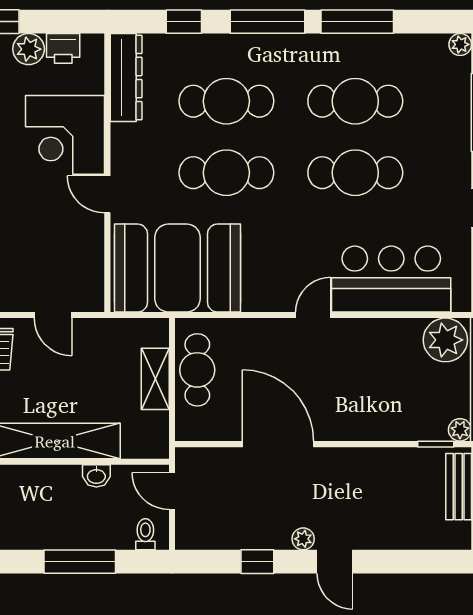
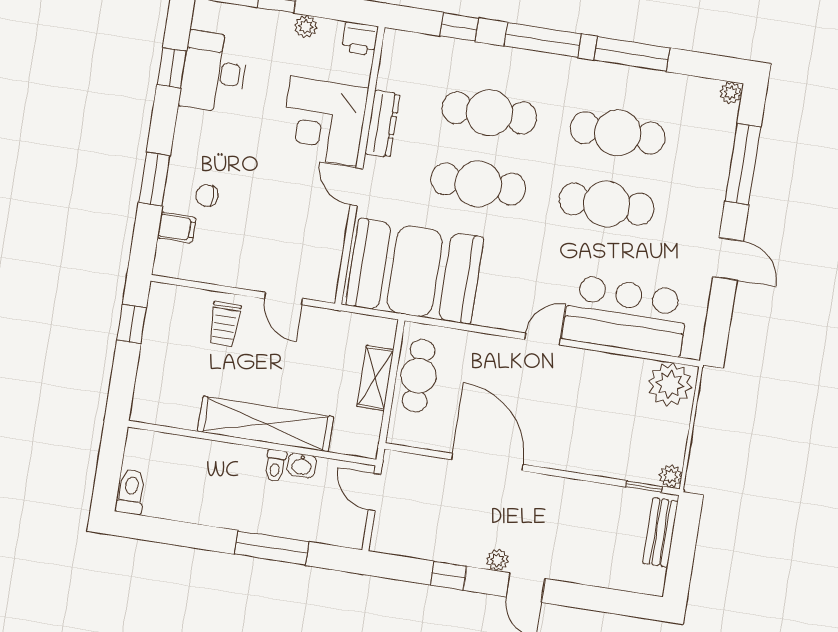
printer: (63, 48) -> (360, 39), moved
plant: (29, 49) -> (306, 26), width x0.73, depth x0.73
dresser: (126, 78) -> (382, 124), moved, width x0.73, depth x0.80
toilet: (145, 534) -> (275, 466), moved, turned 180

